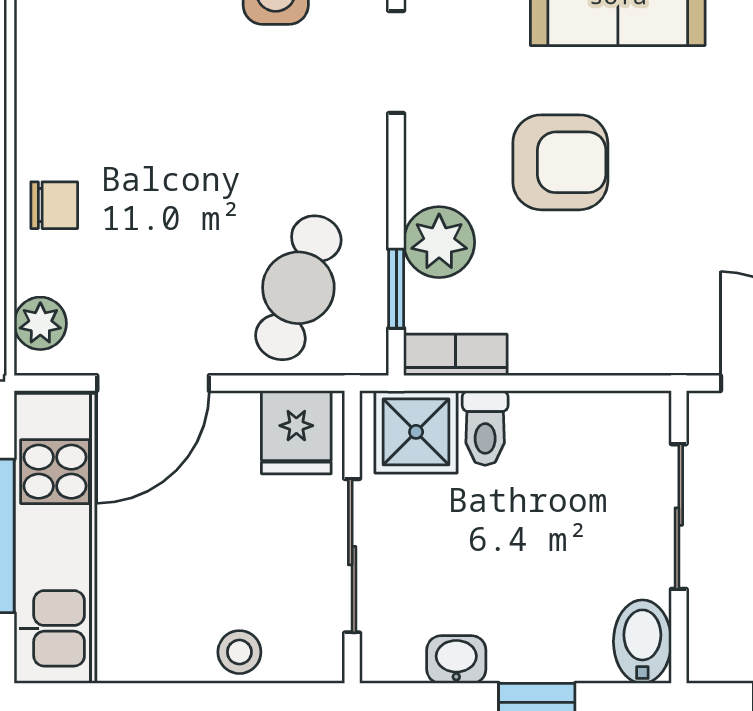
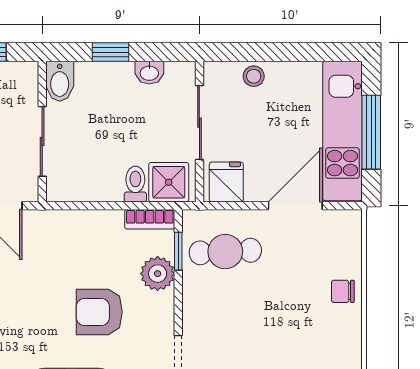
cafe table: (298, 288) -> (225, 252), turned 67
plant: (40, 323) -> (350, 234), removed

